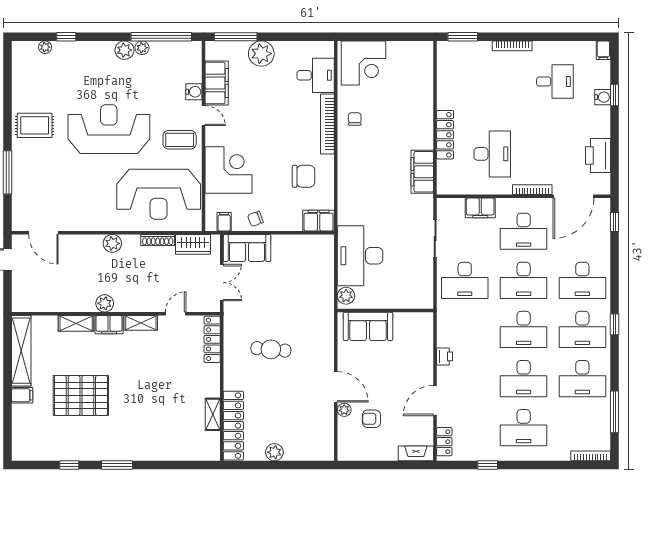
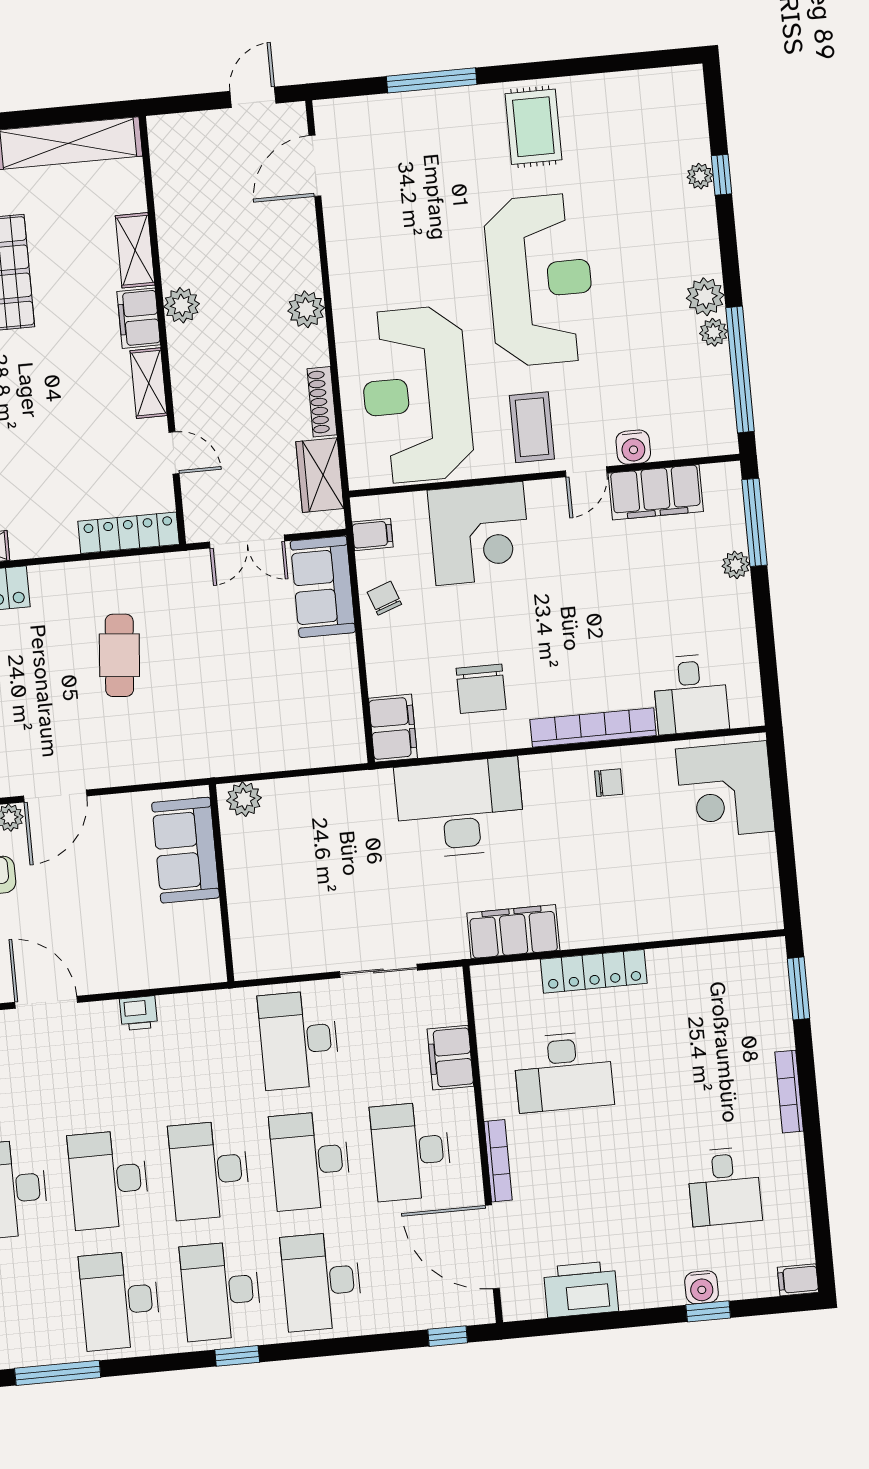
plant: (45, 47) -> (700, 176), moved
plant: (261, 54) -> (736, 565), width x0.53, depth x0.53
desk: (360, 256) -> (460, 808), moved

